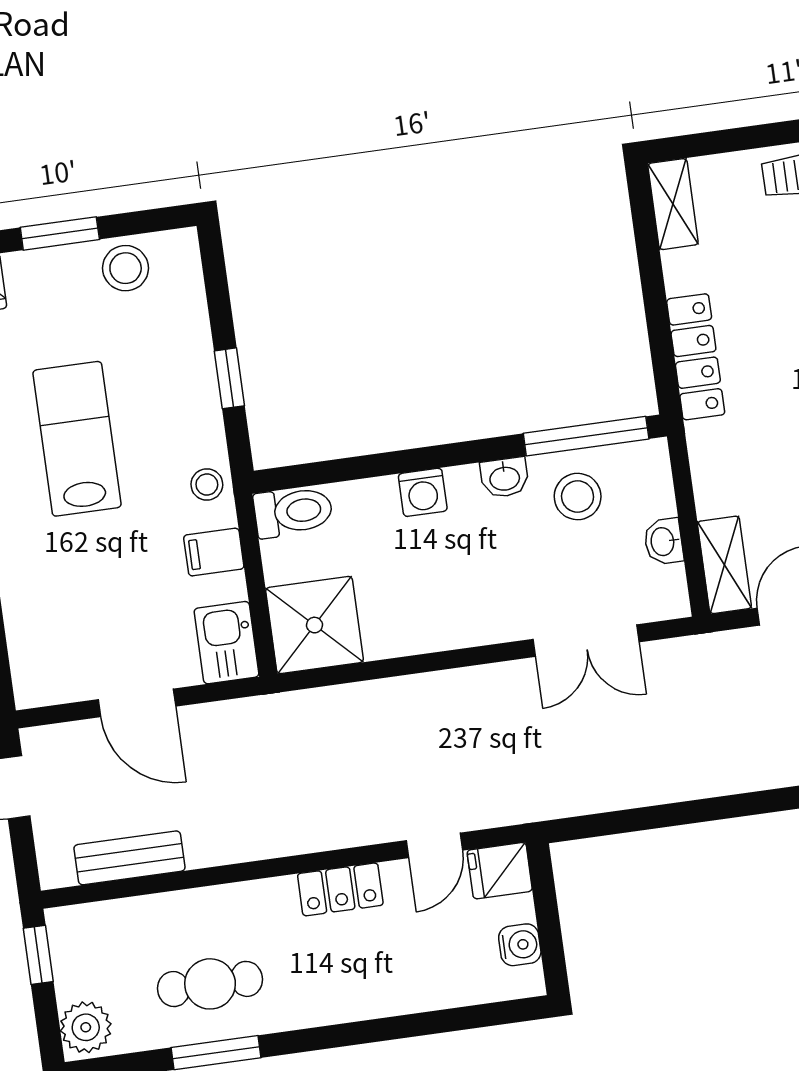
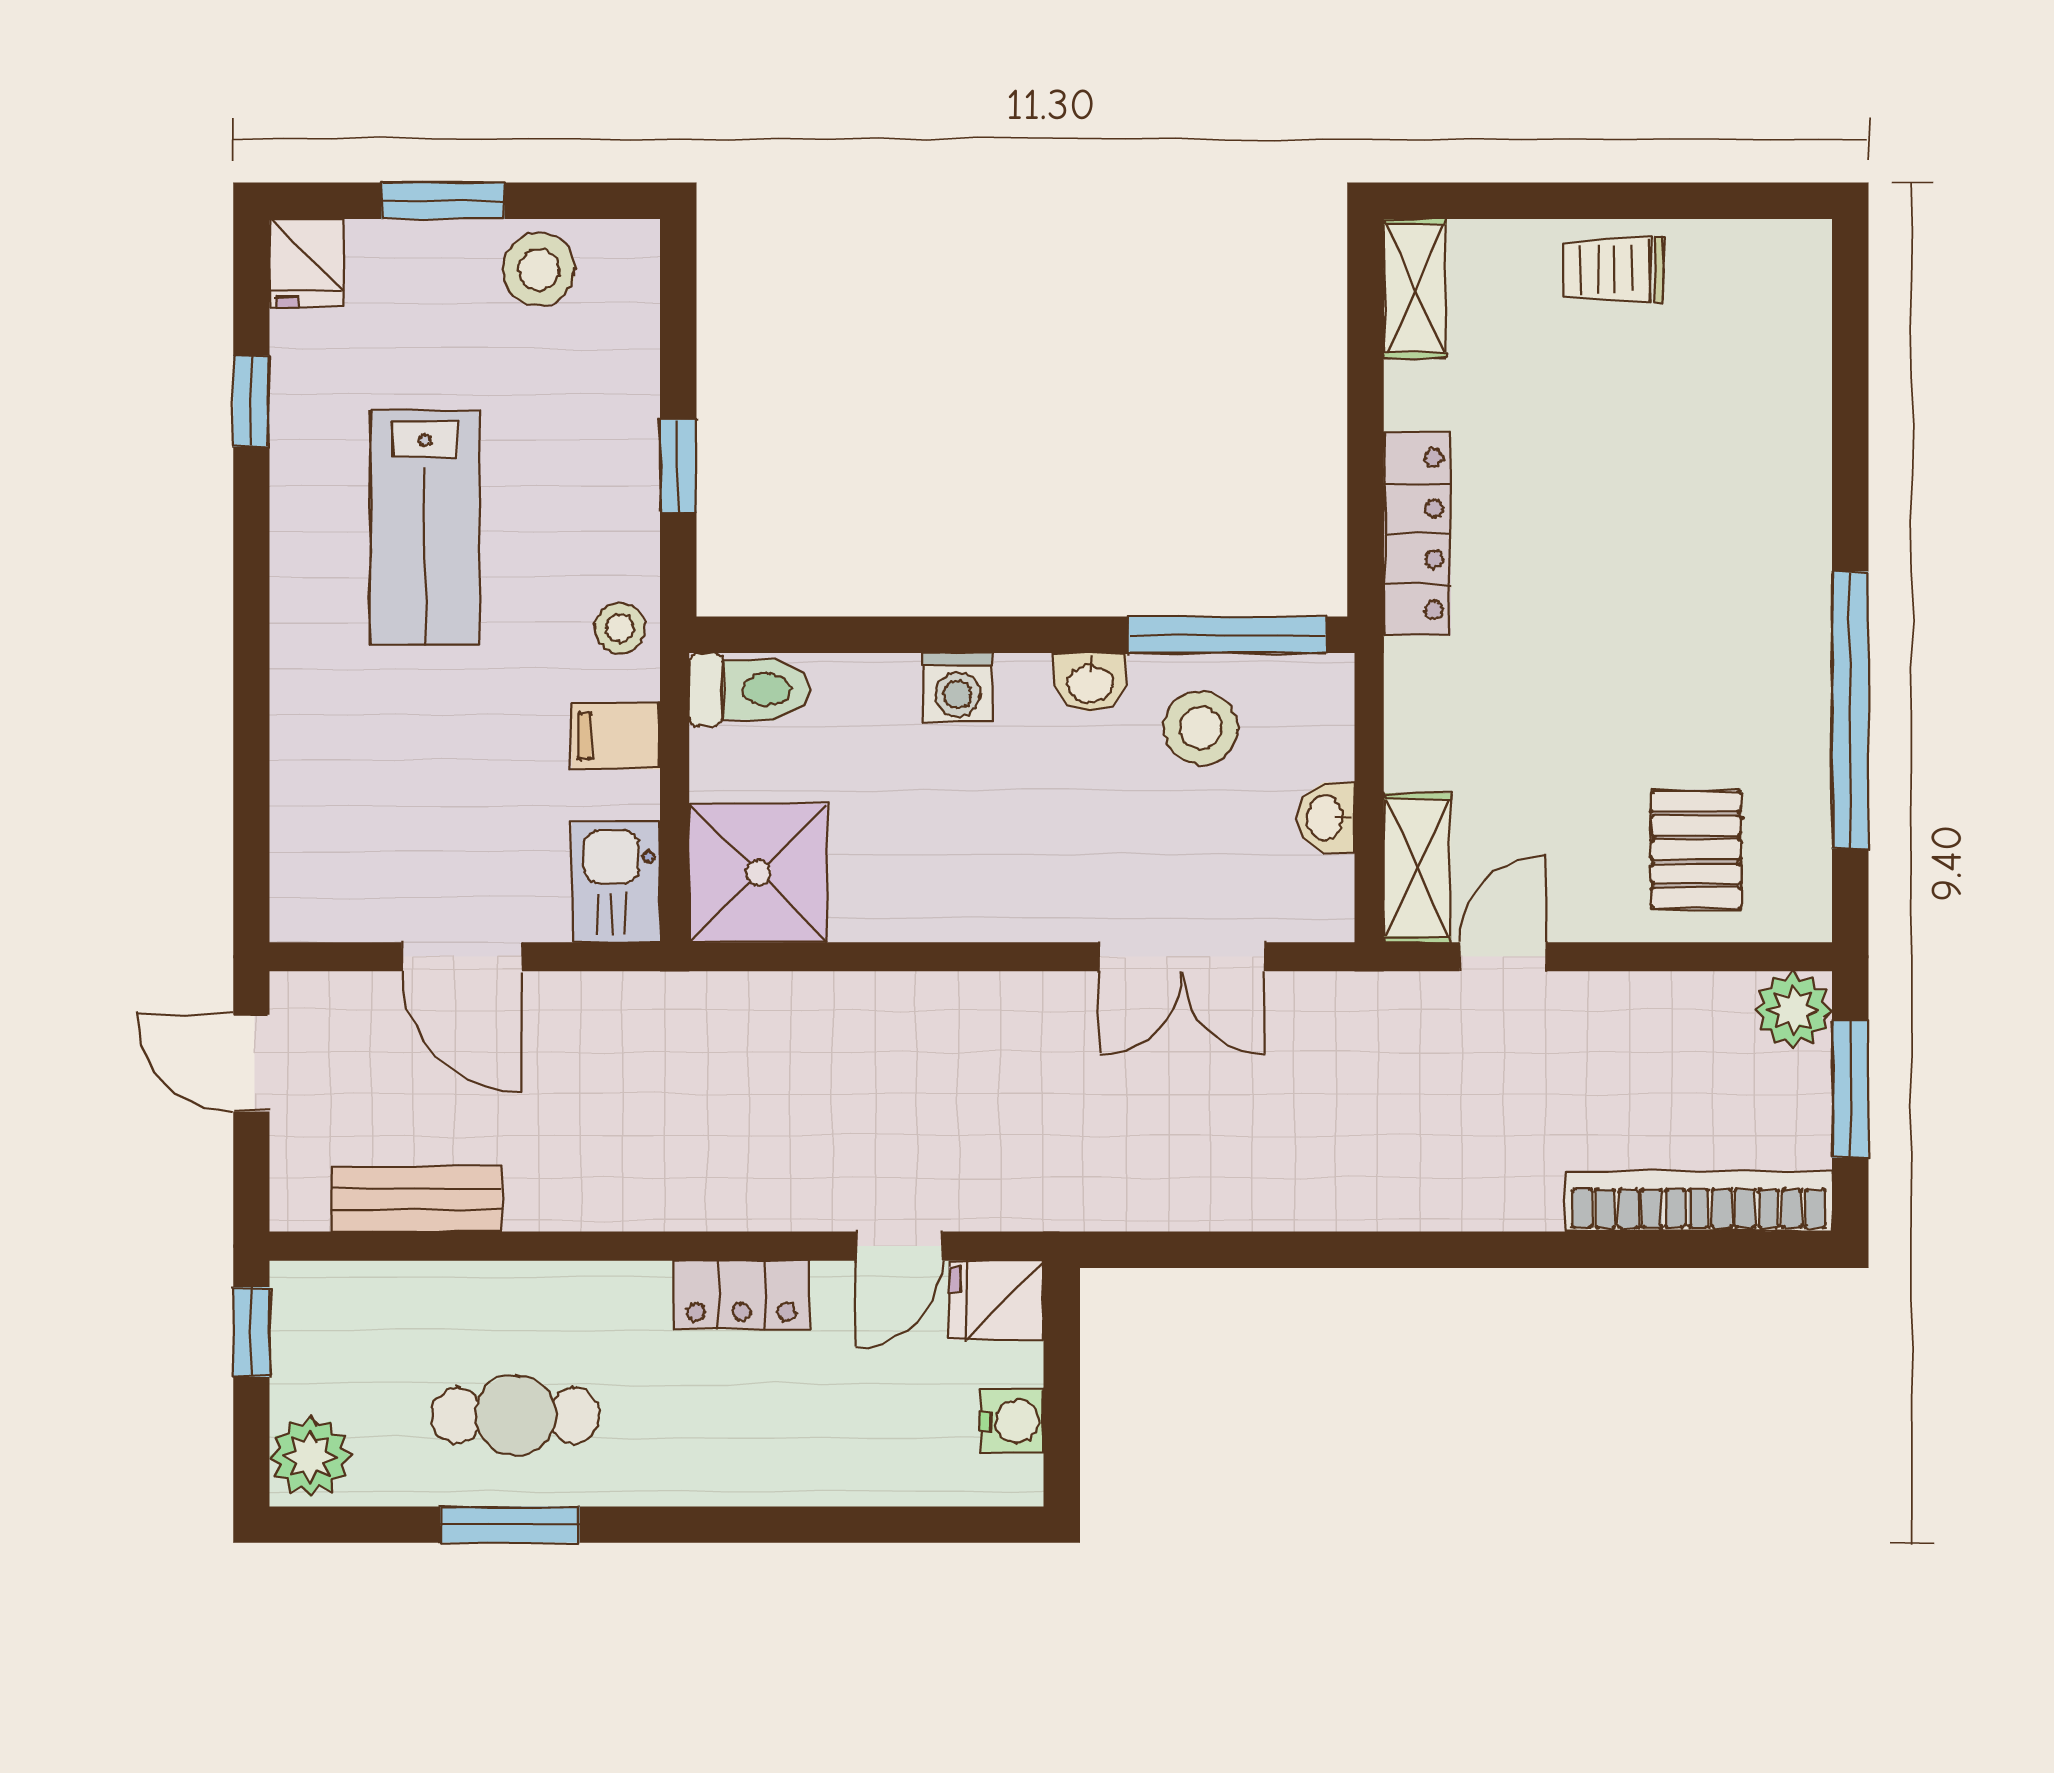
lab bench: (77, 439) -> (425, 528), turned 180

